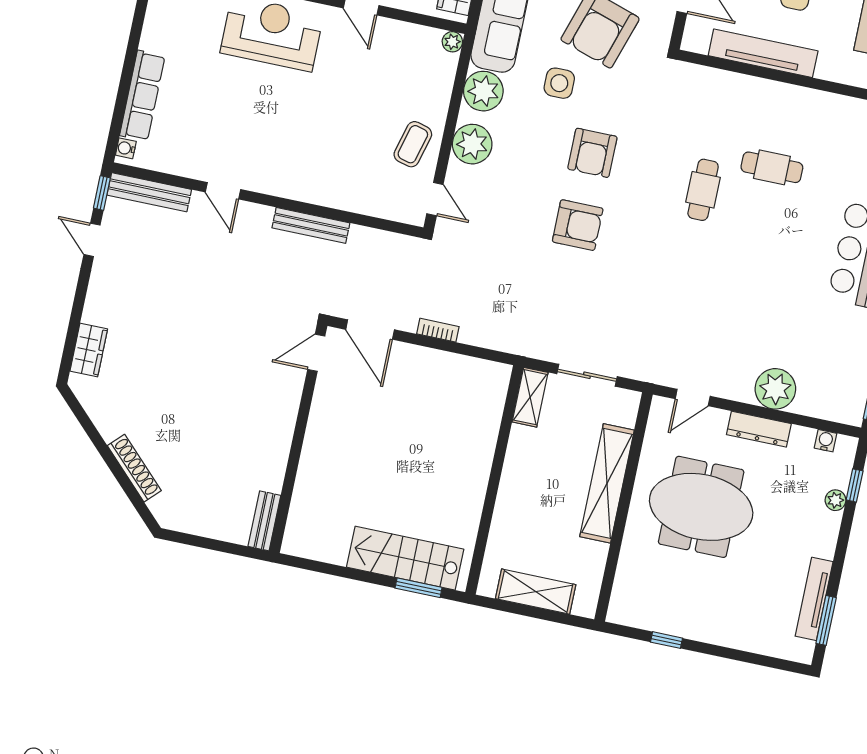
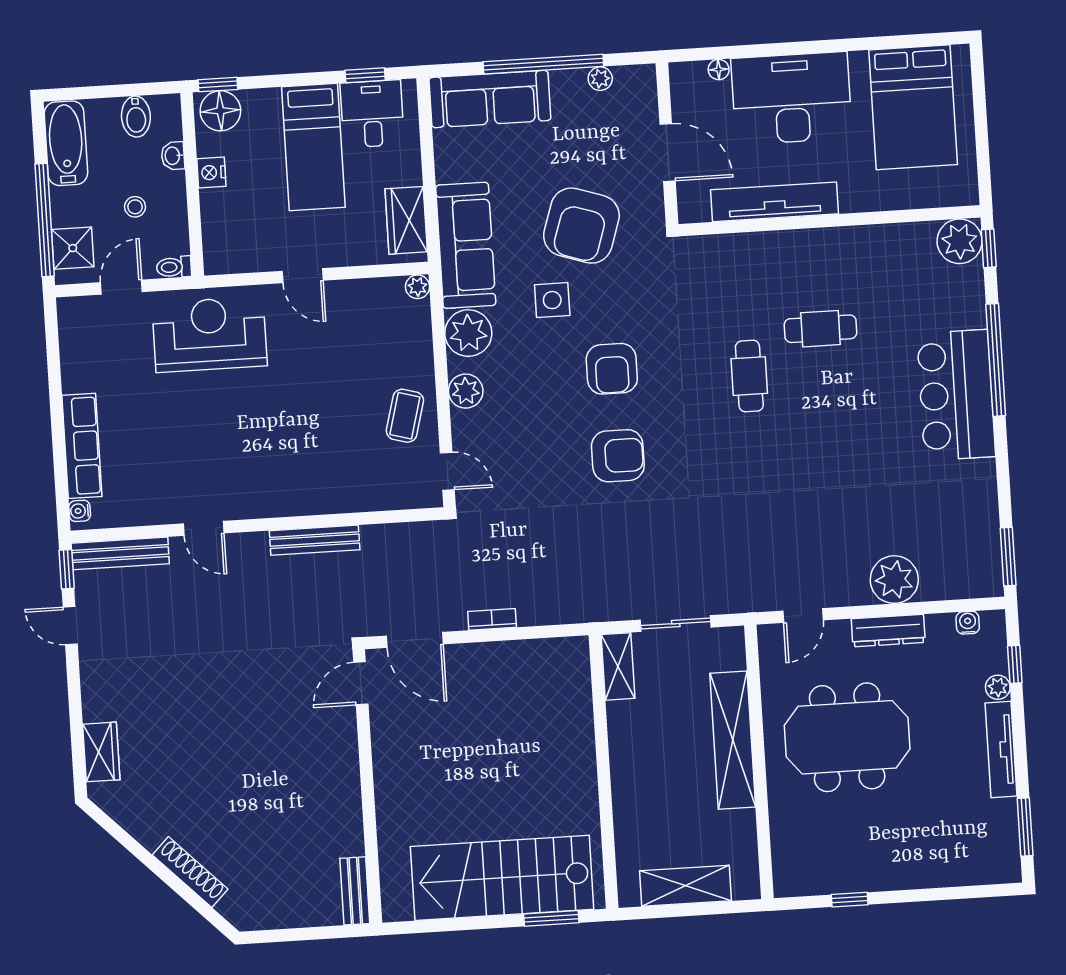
plant: (472, 144) -> (466, 391), width x0.73, depth x0.73
stairs: (405, 558) -> (502, 878), width x1.36, depth x1.51
tv unit: (814, 599) -> (1001, 750), moved

